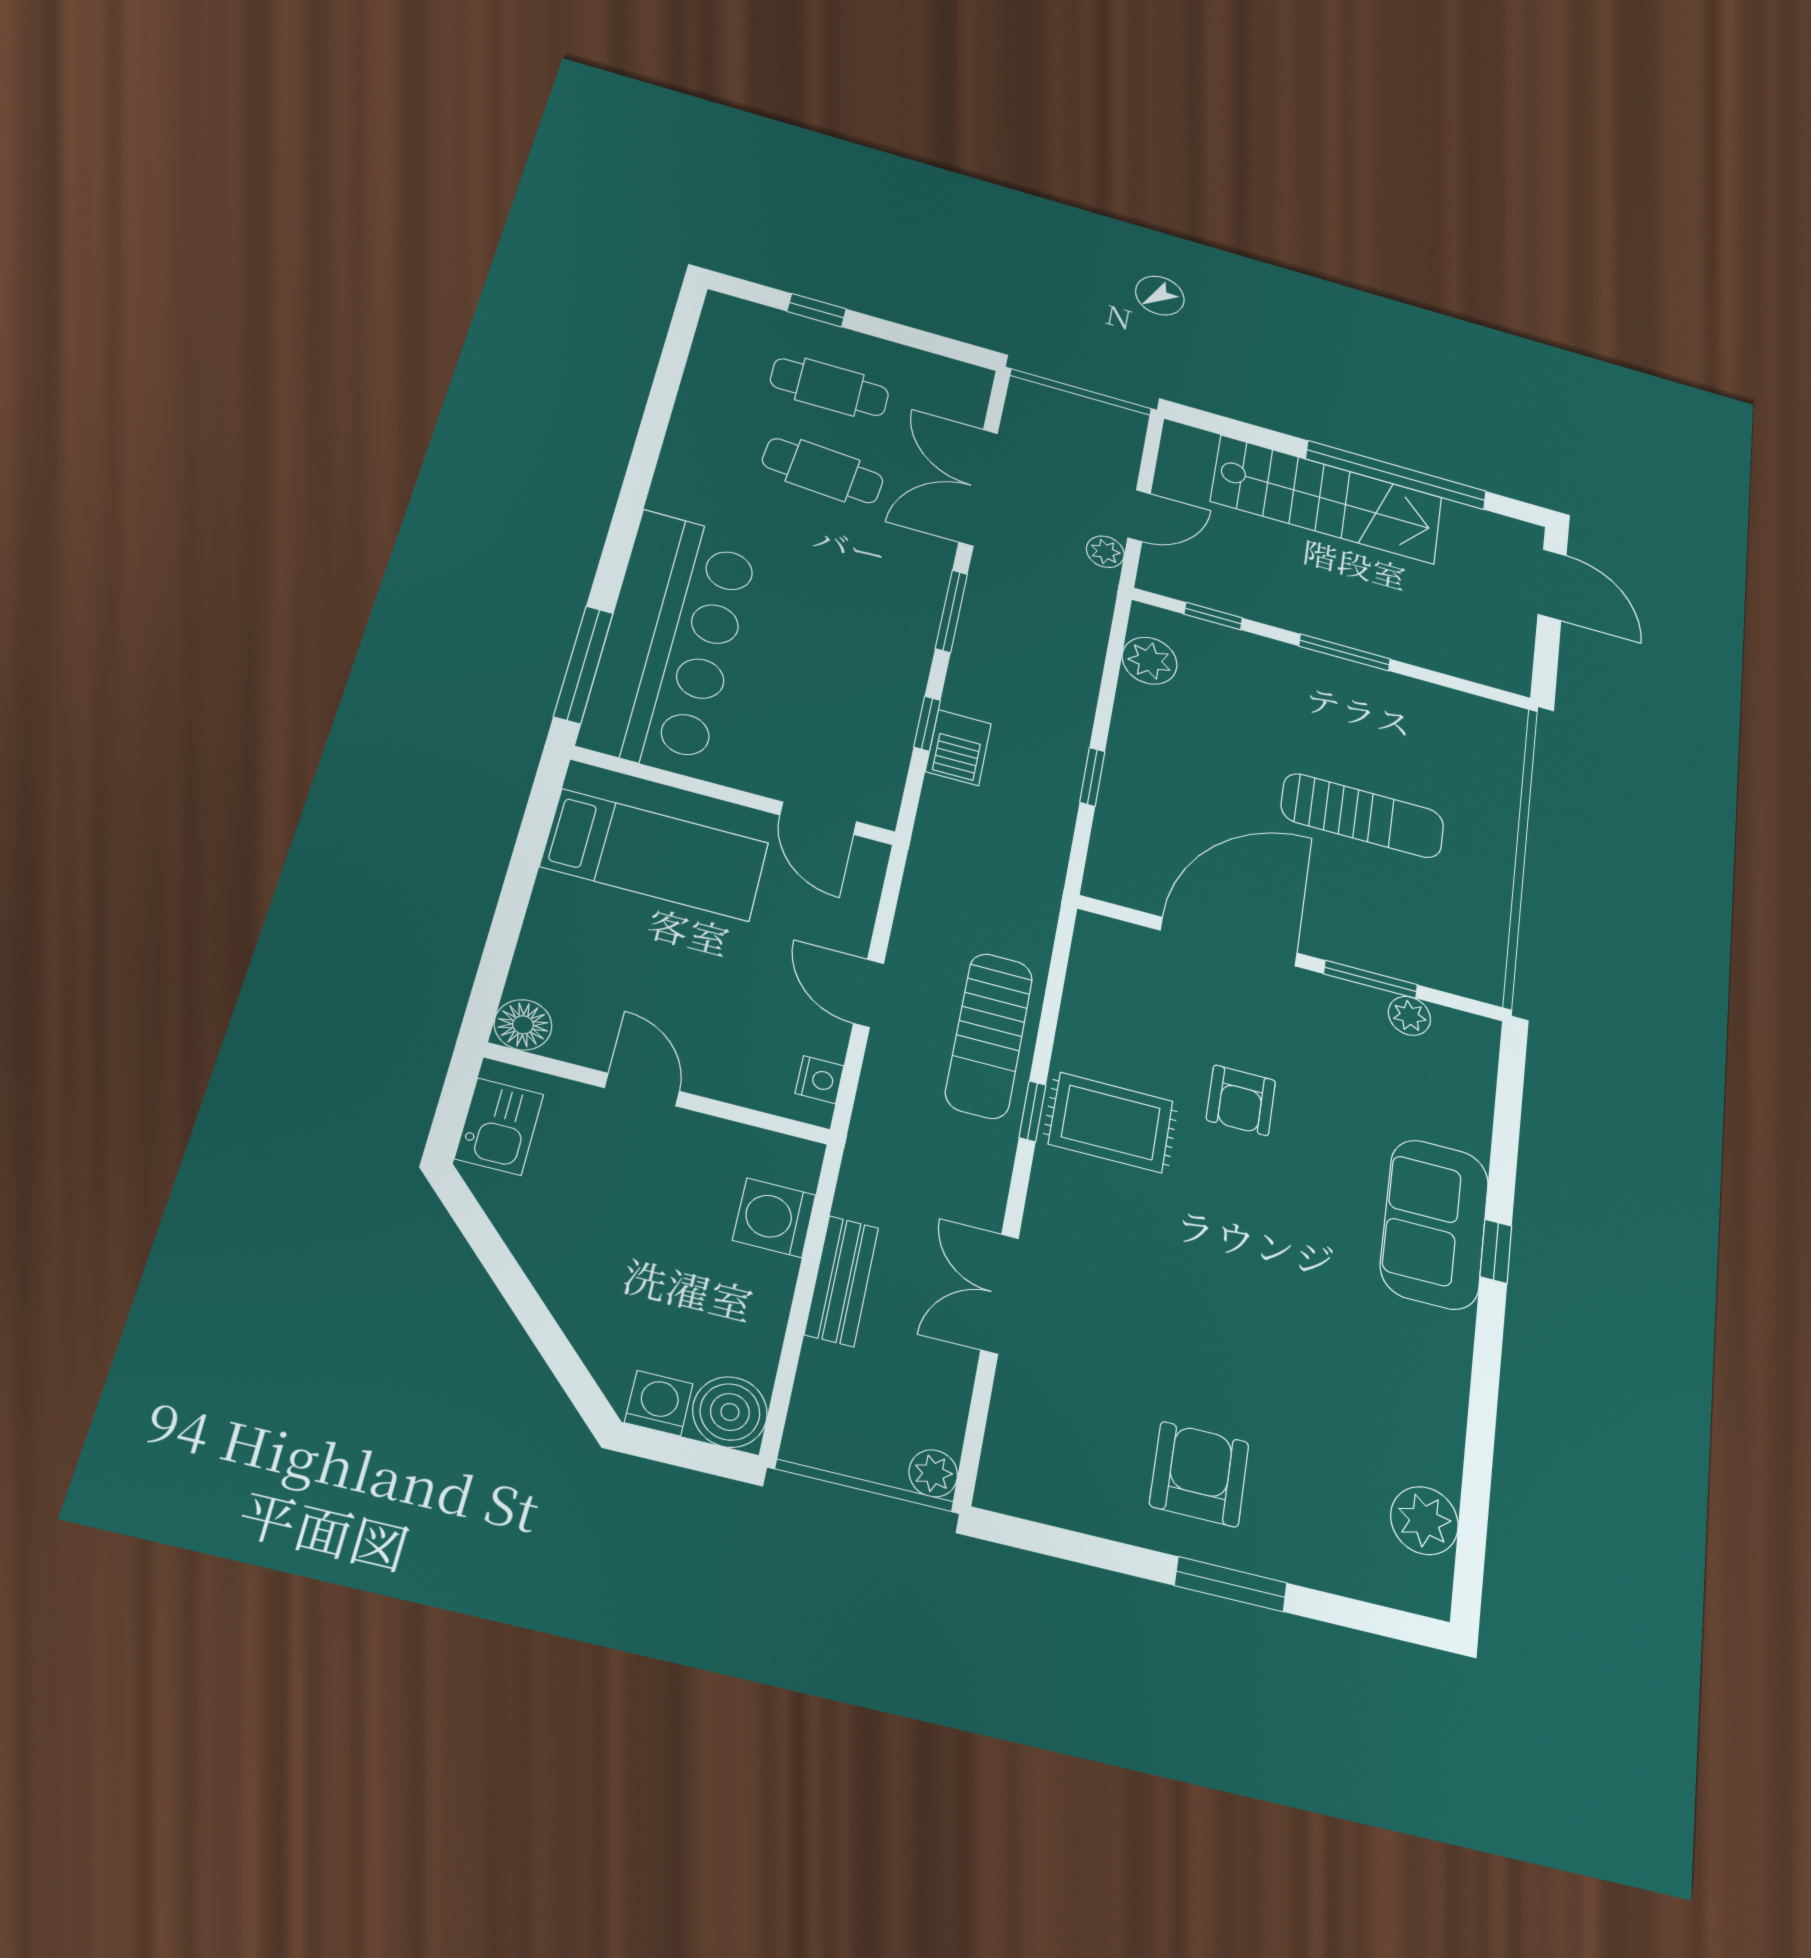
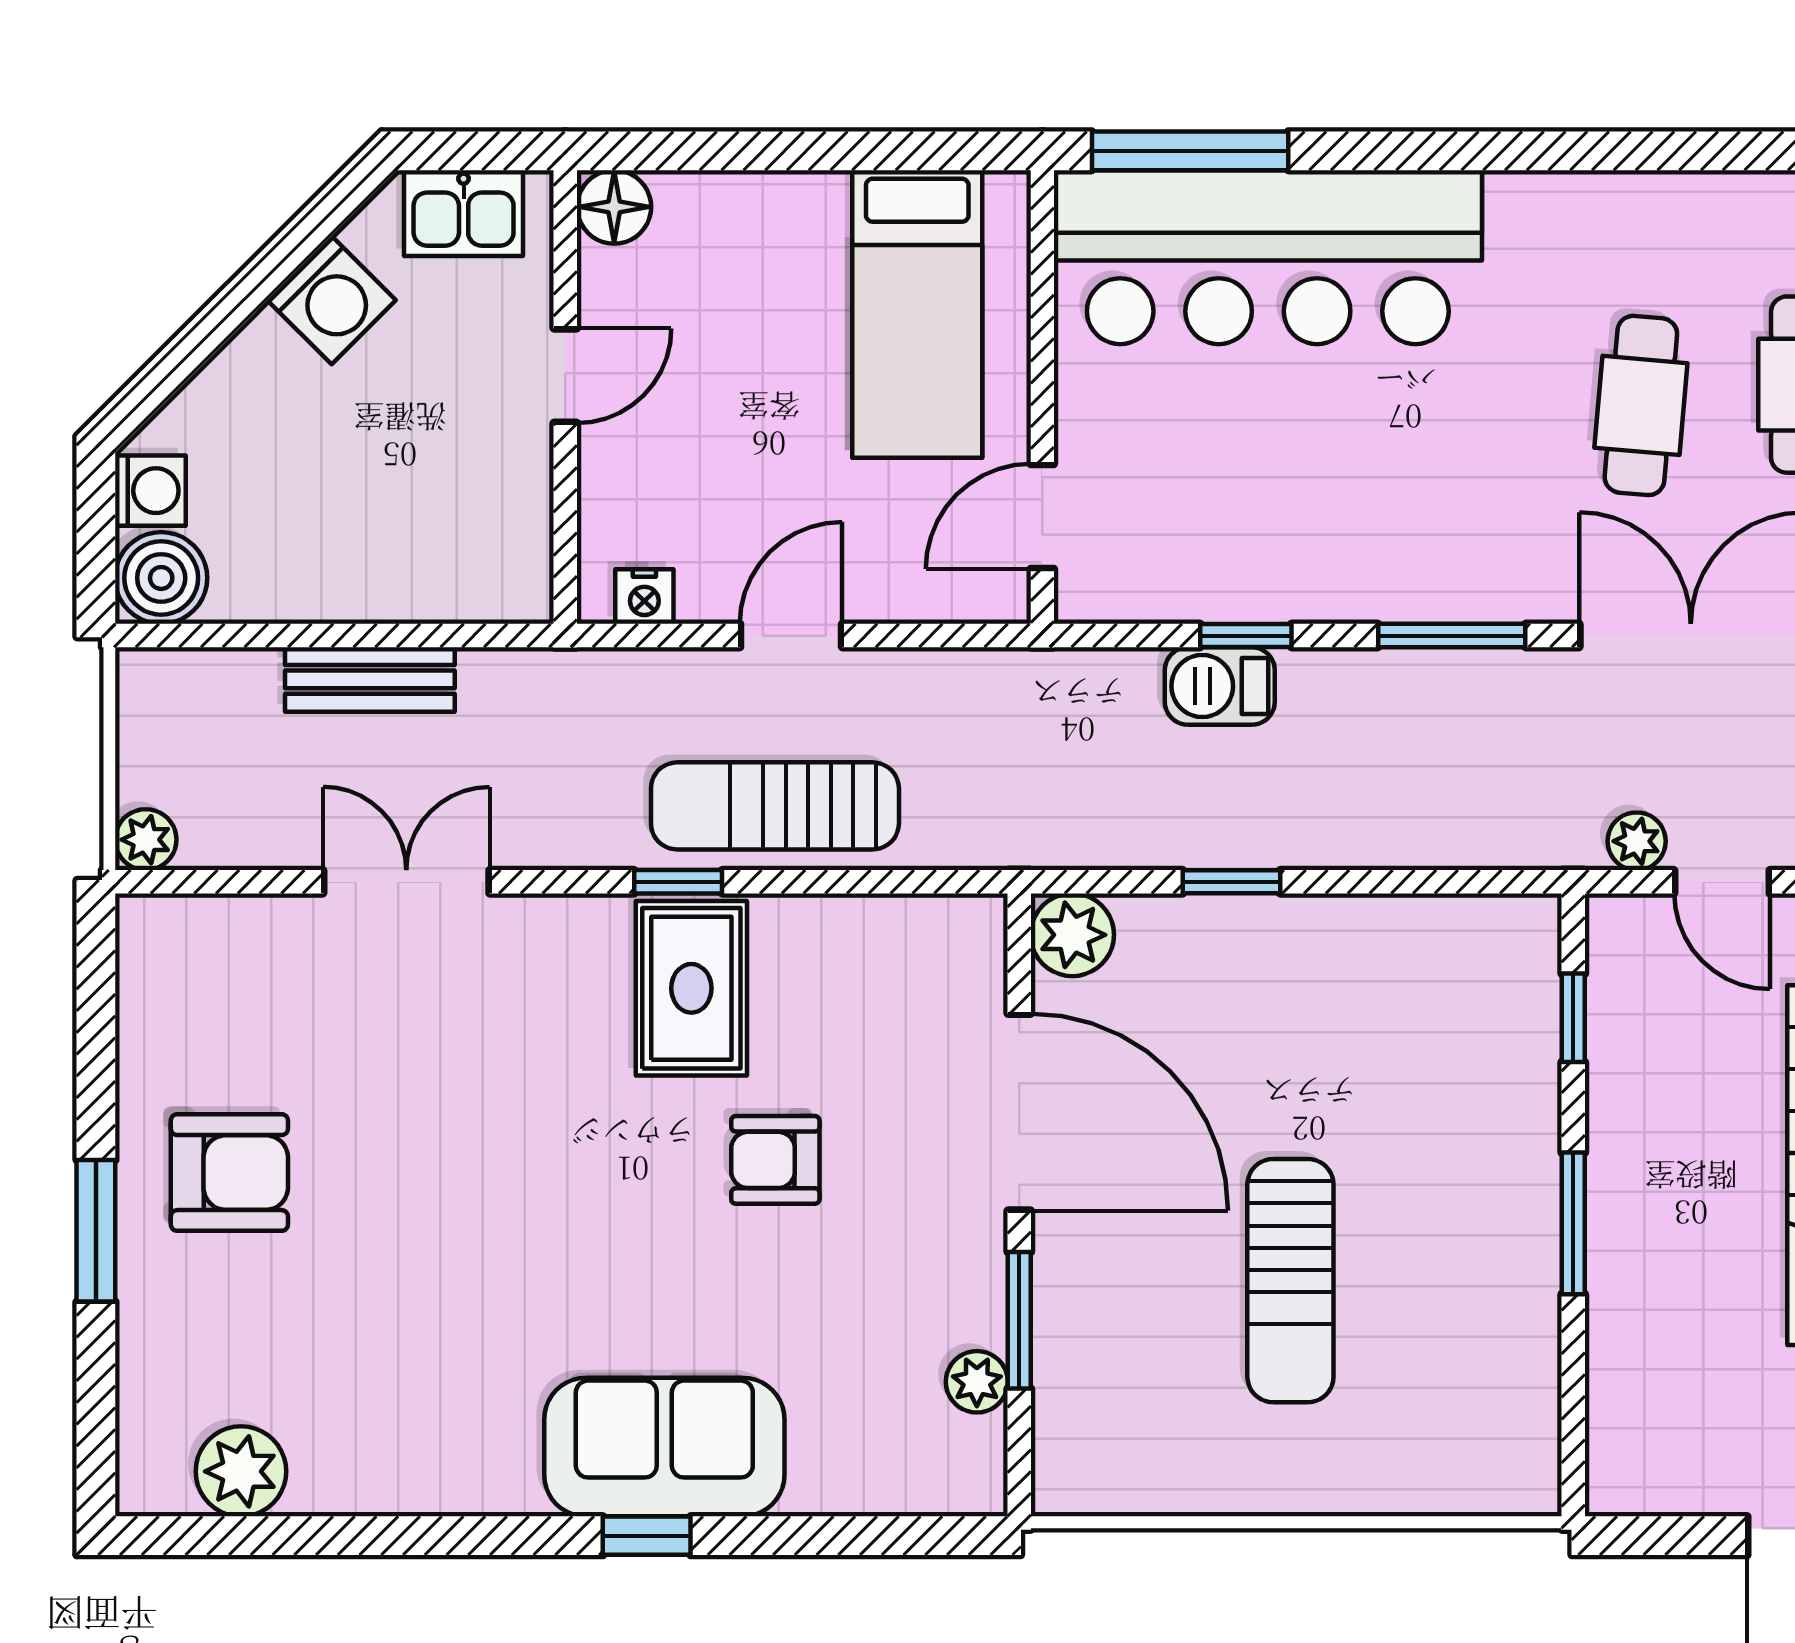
plant: (1150, 661) -> (1072, 935), moved
washing machine: (774, 1218) -> (332, 300), moved, turned 135

